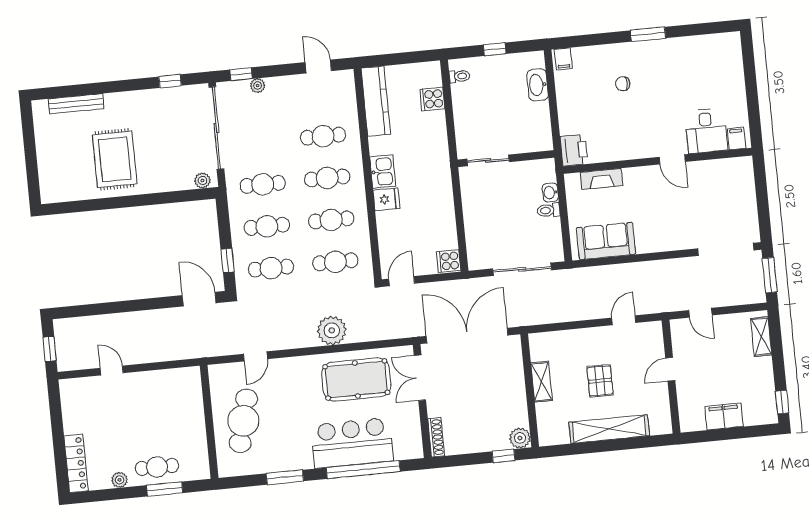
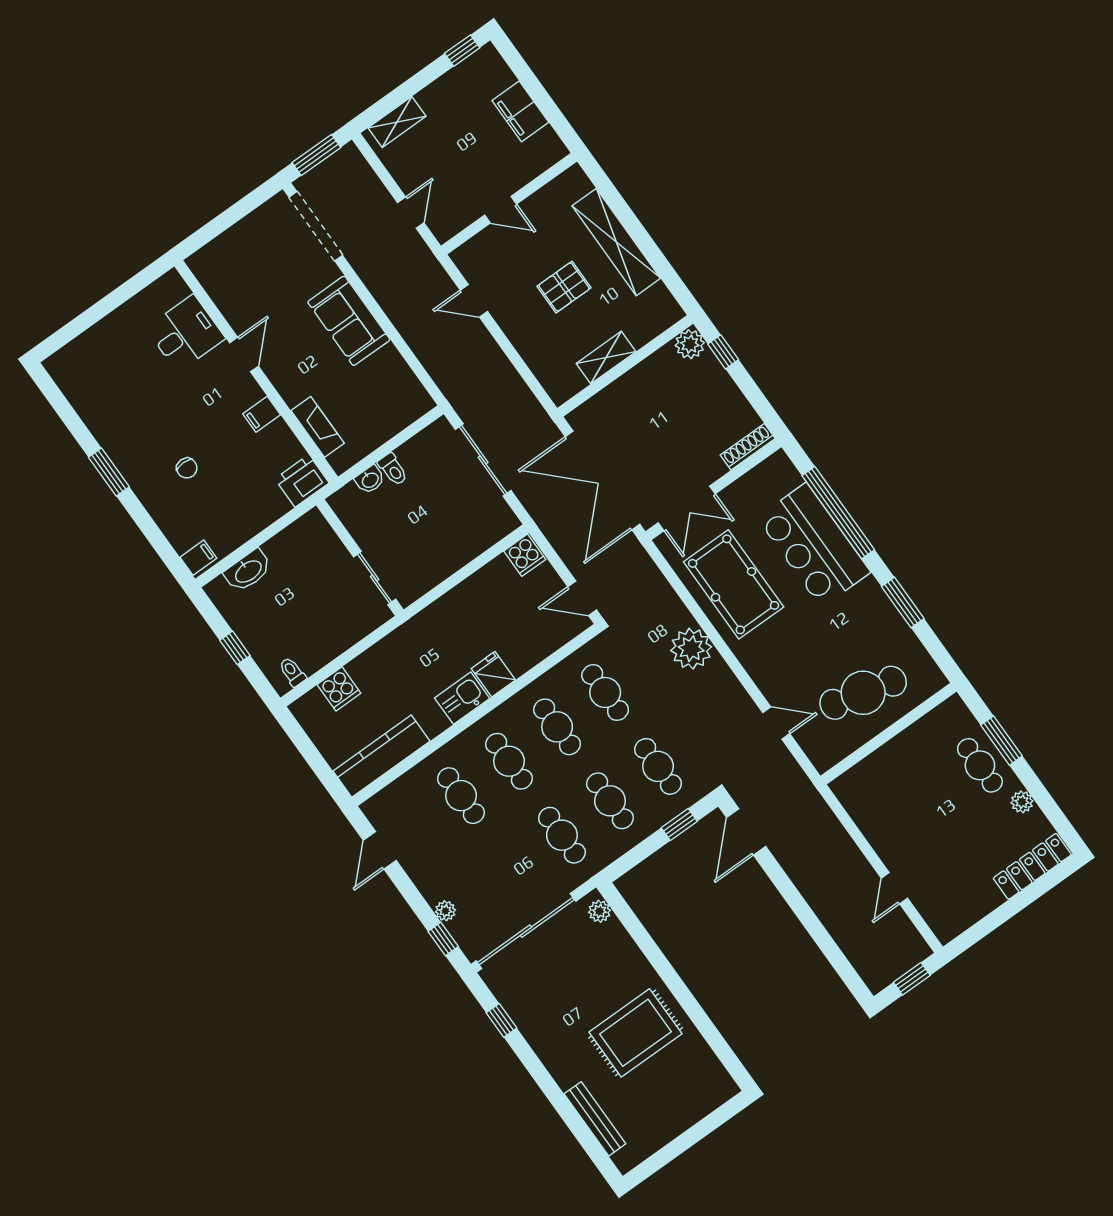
filing cabinet: (736, 139) -> (262, 414), moved
sofa: (606, 241) -> (349, 321), moved

